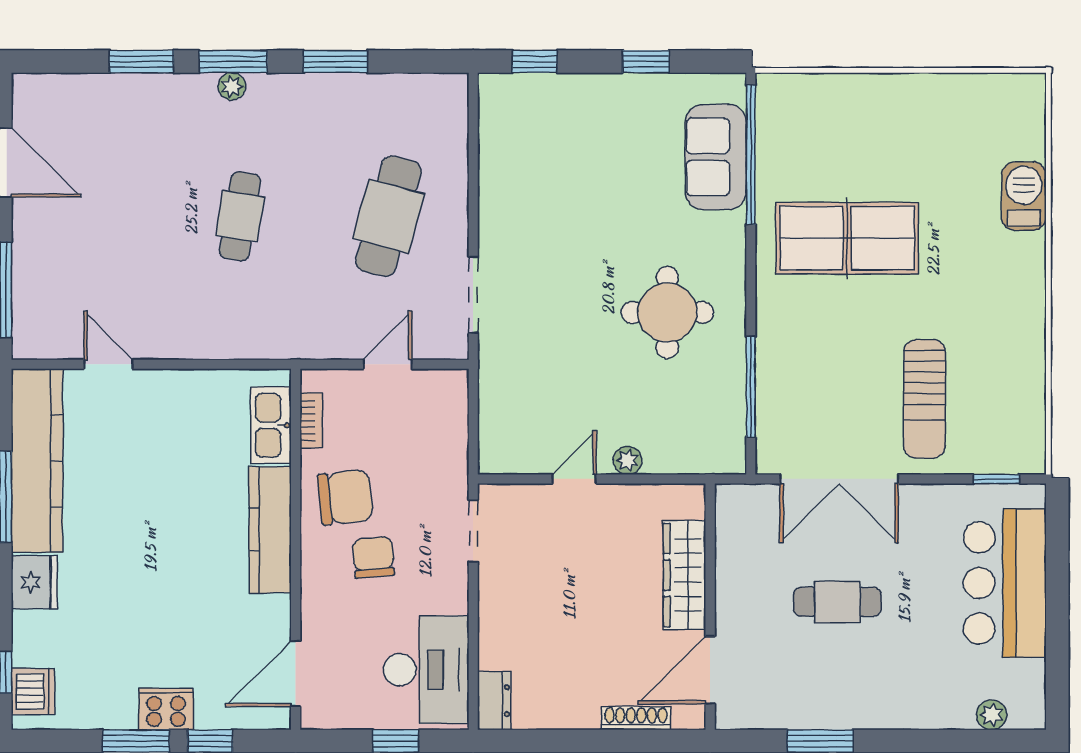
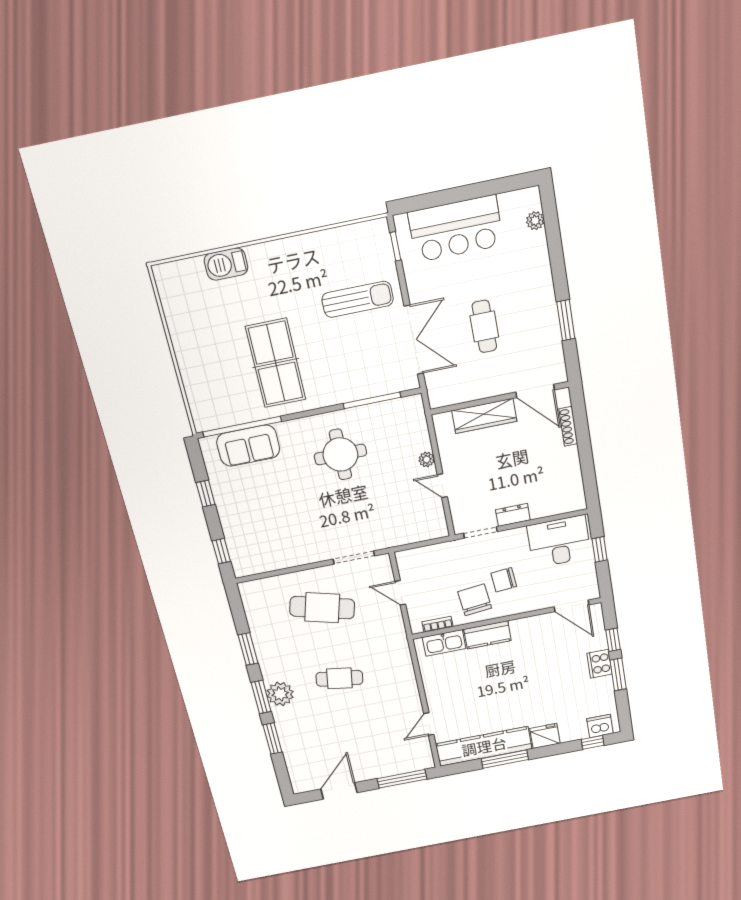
plant: (232, 86) -> (280, 694), width x1.87, depth x1.87
kitchen counter: (270, 530) -> (487, 635), width x0.67
dresser: (494, 701) -> (513, 515), moved

